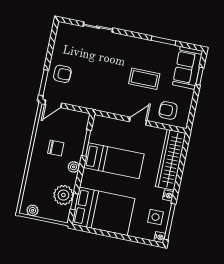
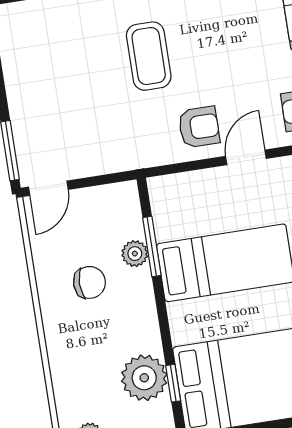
armchair: (62, 74) -> (199, 127), moved
coffee table: (144, 79) -> (149, 56), moved, turned 90
plant: (74, 167) -> (135, 254), moved

